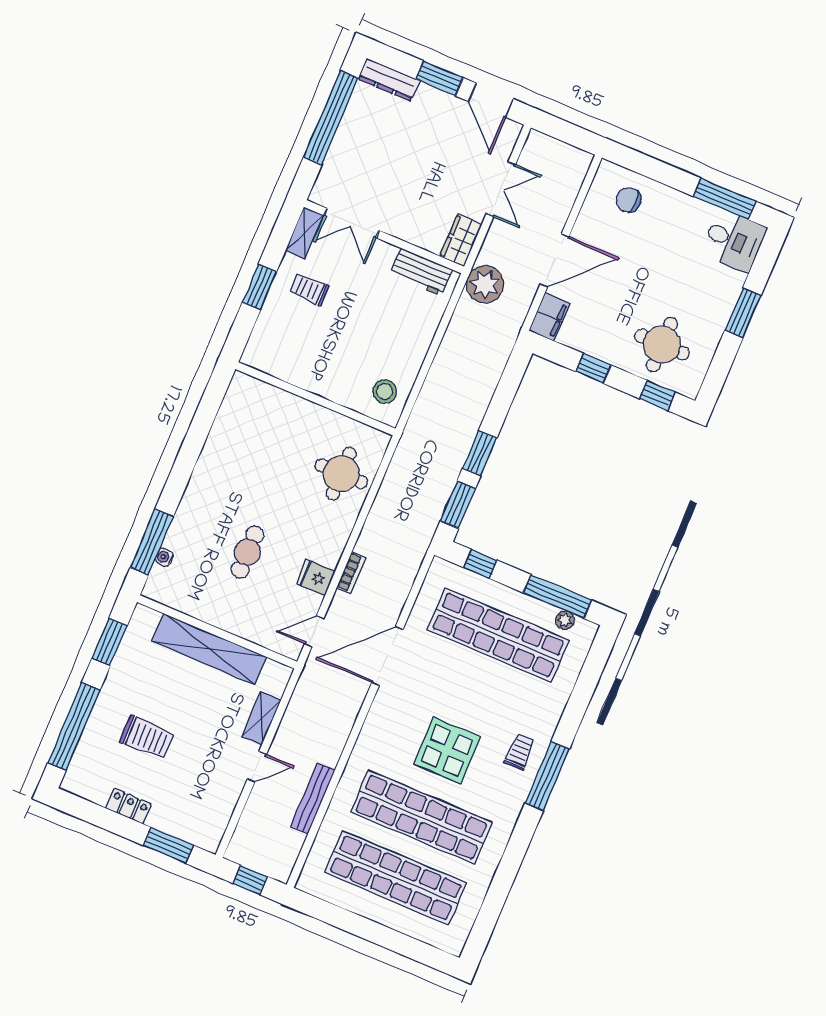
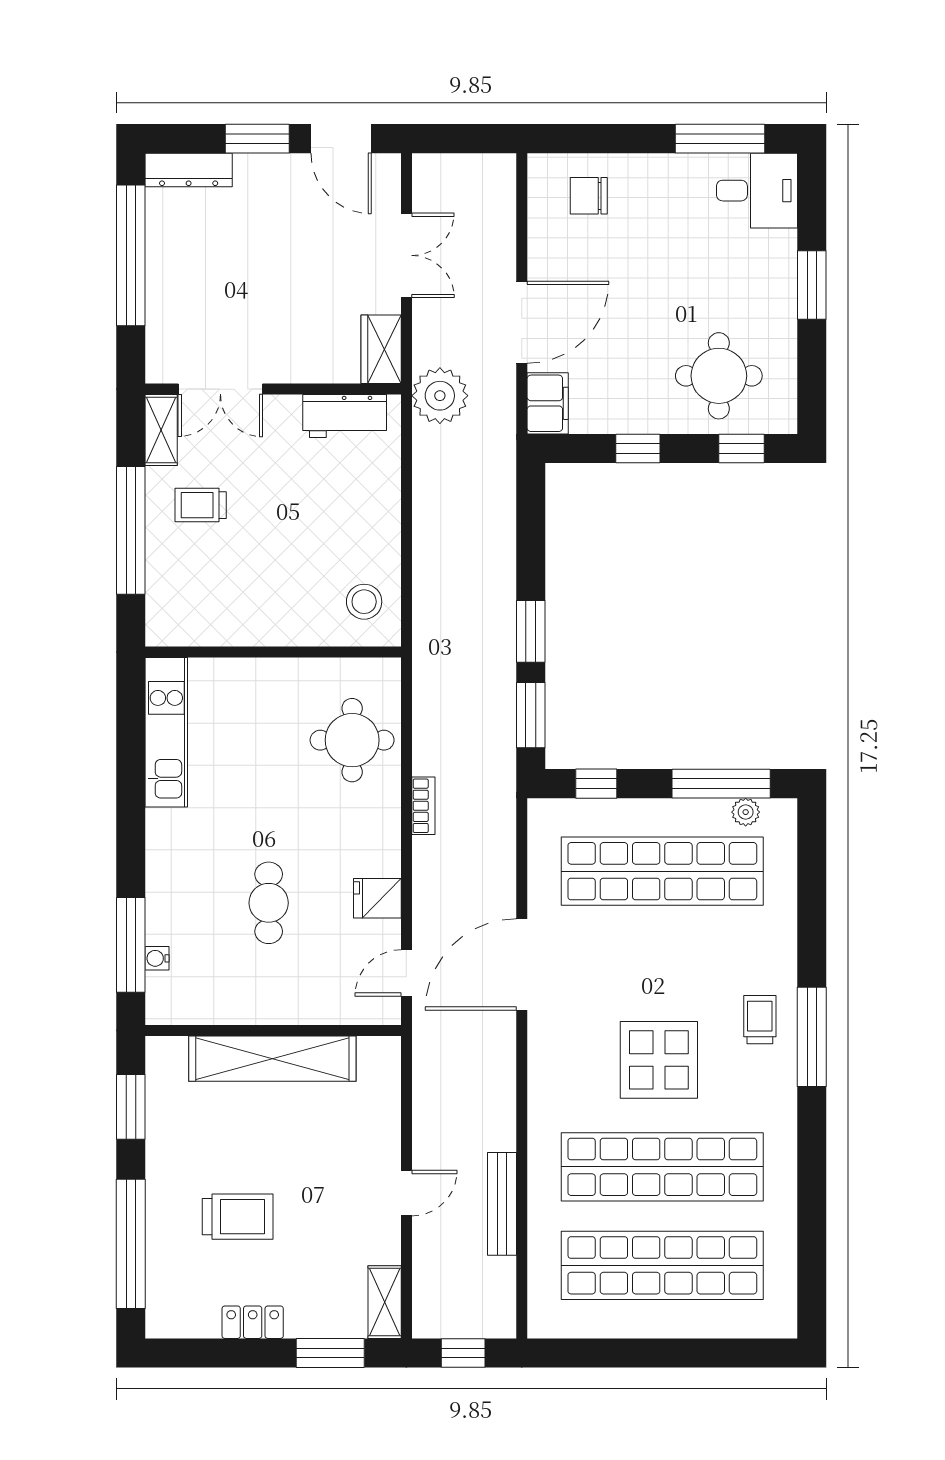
window: (260, 287) -> (131, 530), width x2.11
kitchen unit: (229, 420) -> (166, 732), added
bookcase: (351, 573) -> (423, 806), moved
shelving: (262, 718) -> (385, 1302), moved

